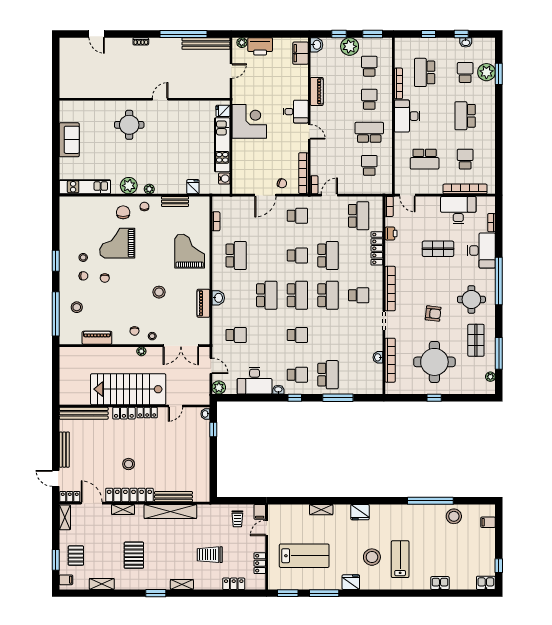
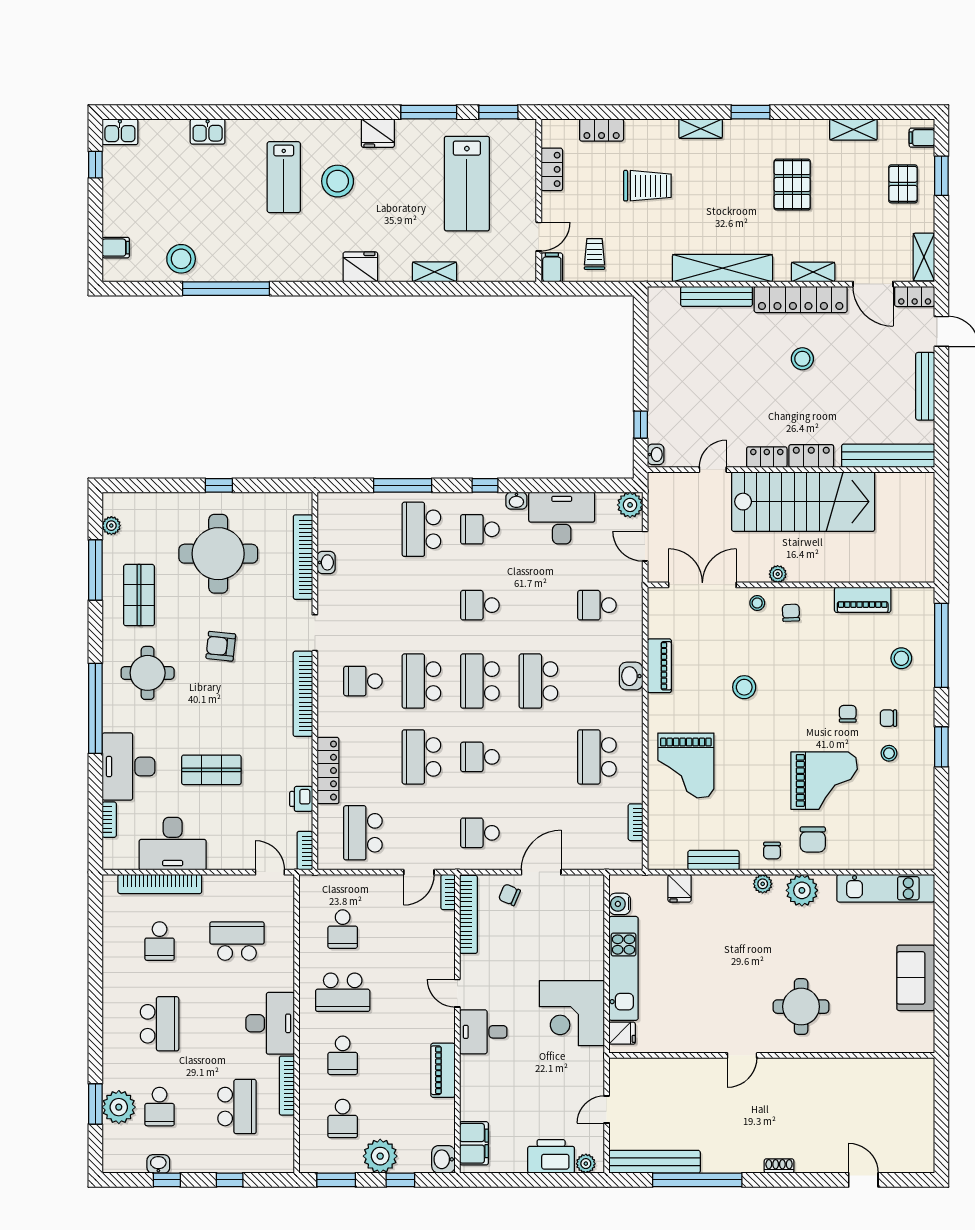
lab bench: (304, 556) -> (467, 184), turned -90

